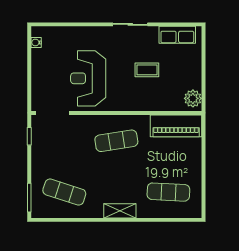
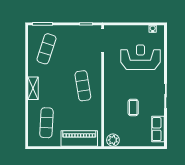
reception desk: (88, 78) -> (140, 57), moved
piano: (176, 126) -> (79, 138), moved, turned 90

